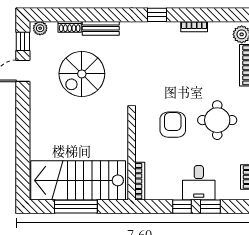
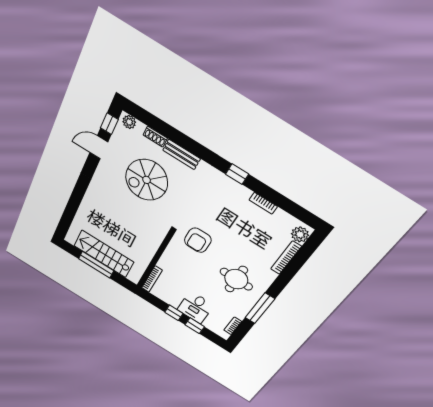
armchair: (173, 125) -> (198, 240), moved, turned 180
stairs: (78, 180) -> (104, 254), width x0.73, depth x0.66

